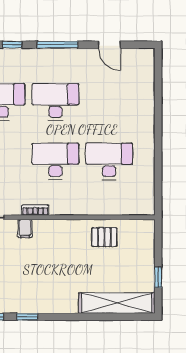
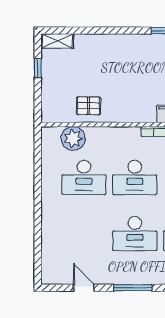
plant: (121, 203) -> (73, 138), added
shelving: (117, 303) -> (57, 41), width x0.45, depth x0.75

